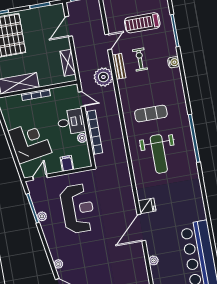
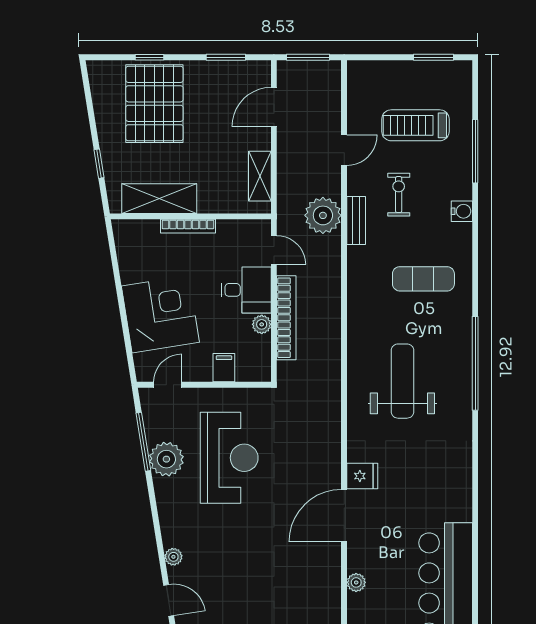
bench: (119, 66) -> (356, 220), moved
exercise mat: (151, 114) -> (423, 279), moved
weight bench: (159, 154) -> (402, 381), turned 180
plant: (42, 216) -> (166, 459), width x1.87, depth x1.87

